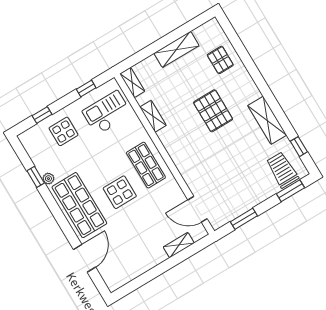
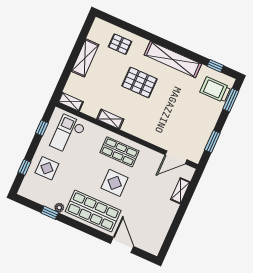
shelving: (153, 116) -> (110, 119), moved
shelving: (267, 120) -> (173, 59), width x1.47

